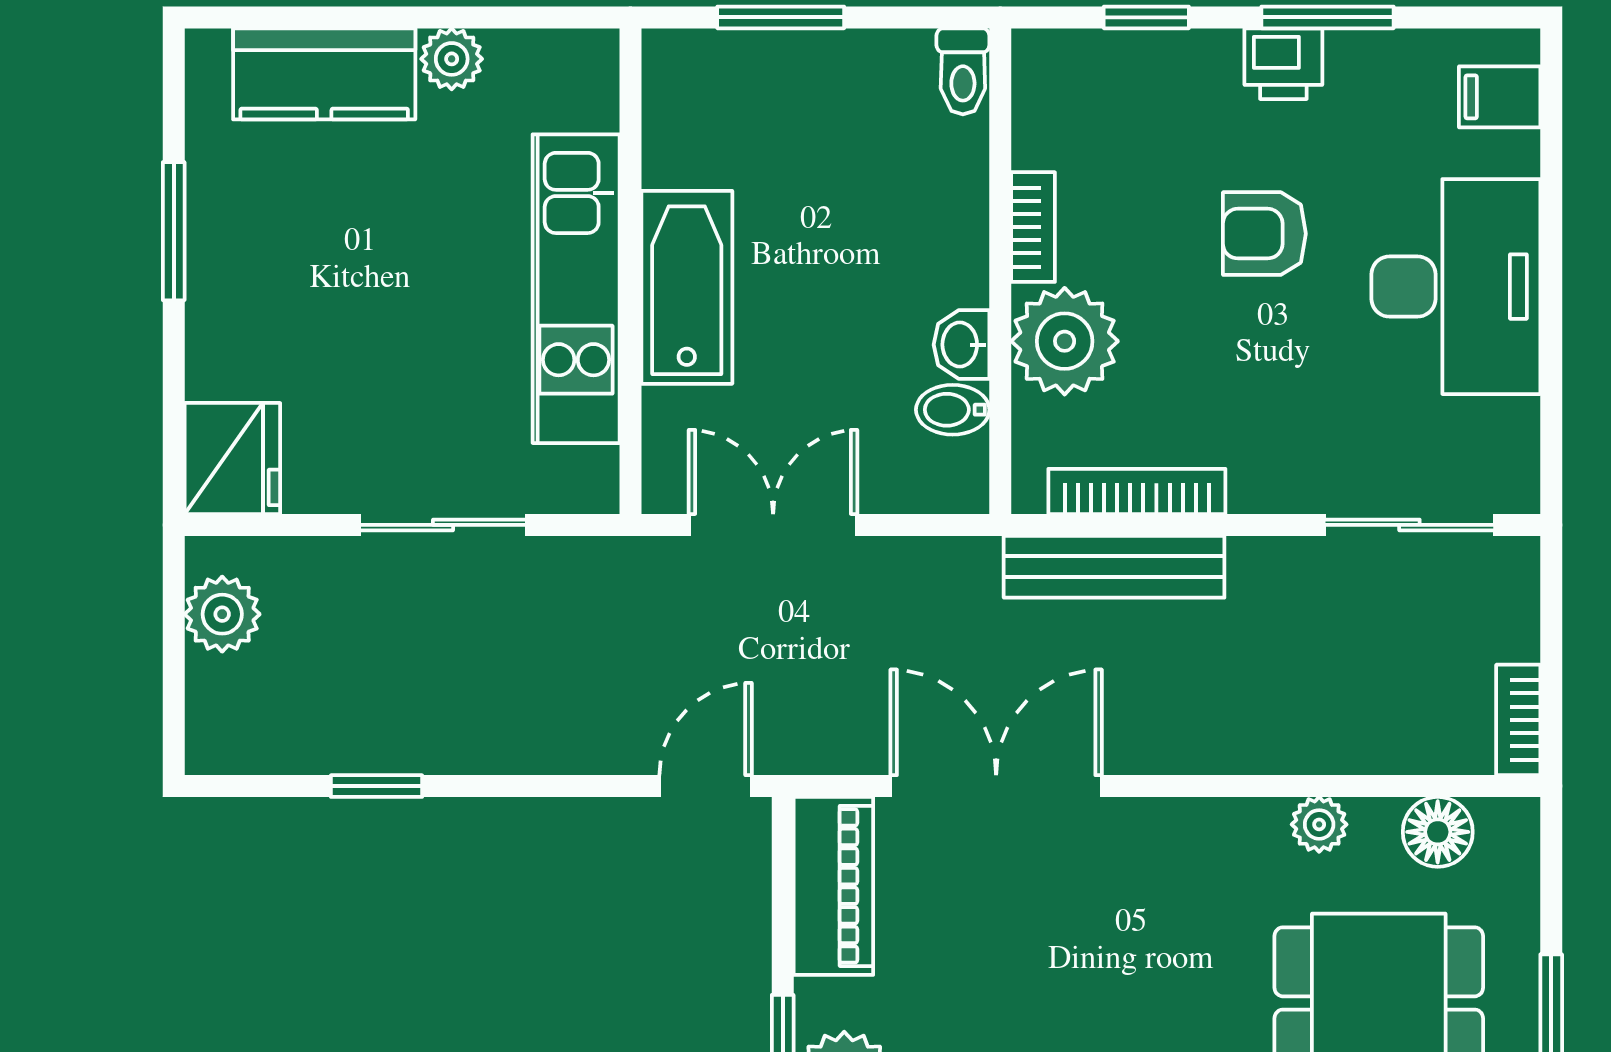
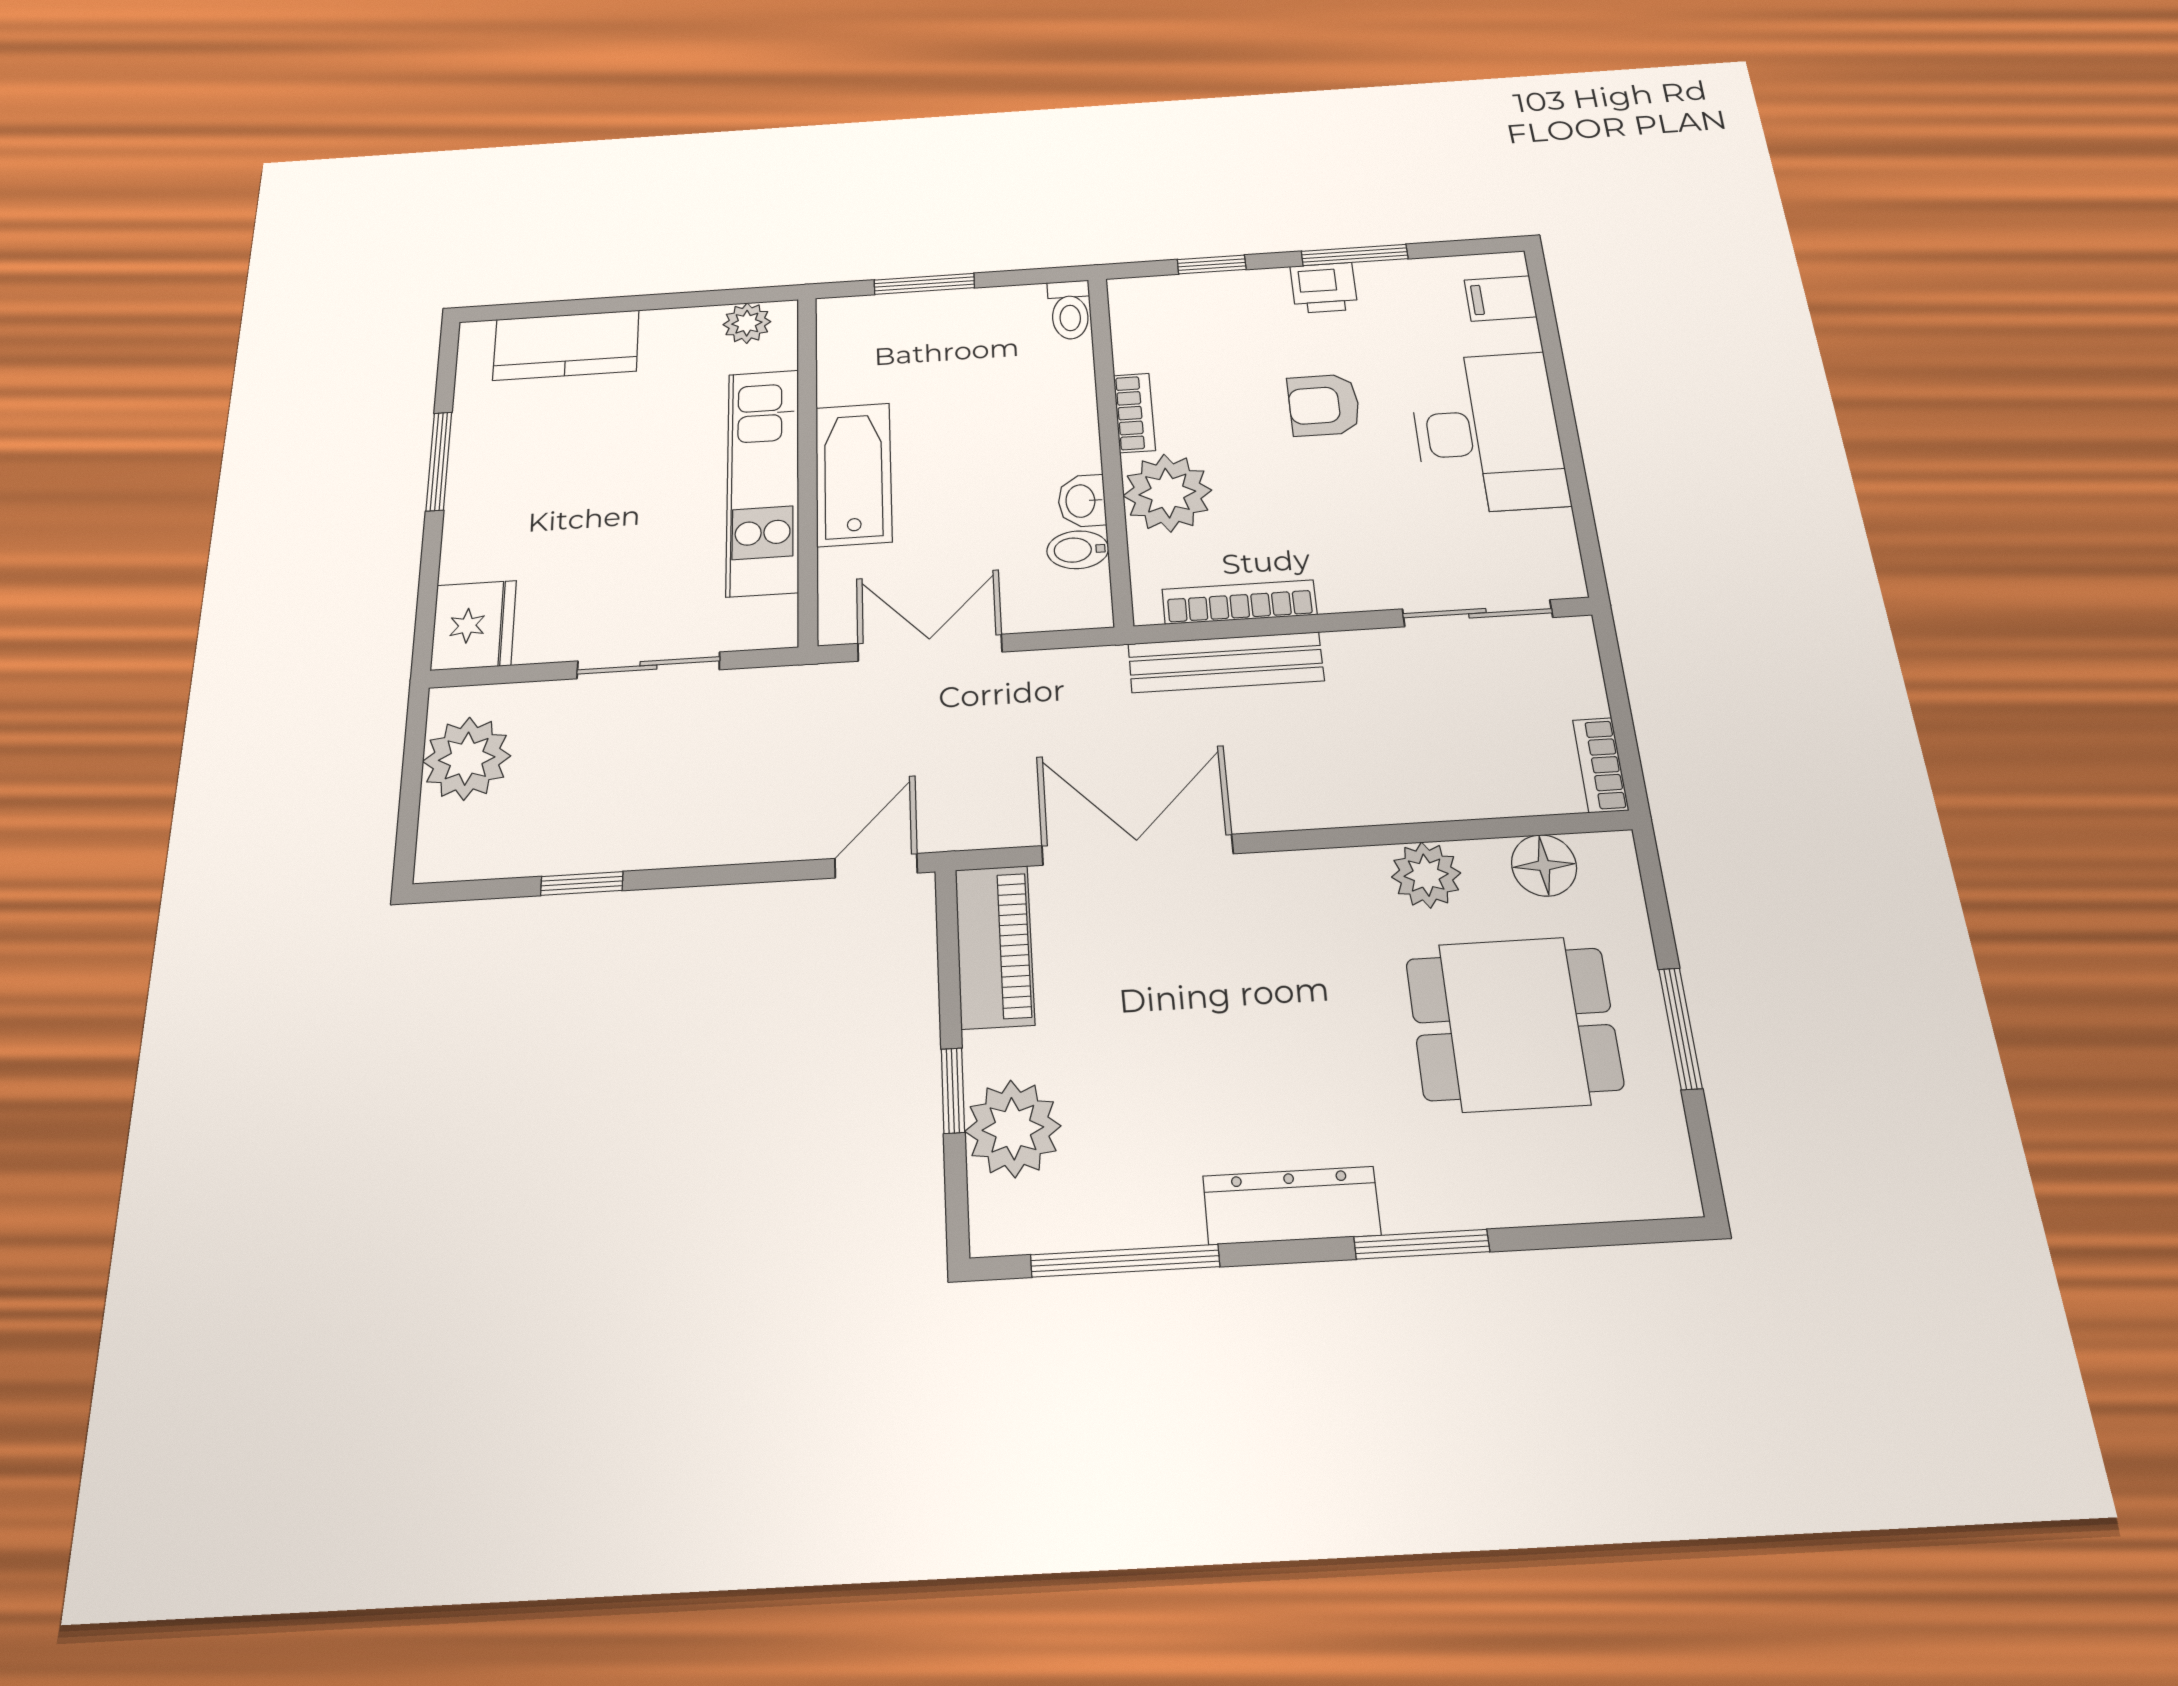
plant: (452, 59) -> (747, 323), moved
plant: (222, 614) -> (467, 759), width x1.36, depth x1.36
plant: (1319, 824) -> (1426, 875), width x1.38, depth x1.38

